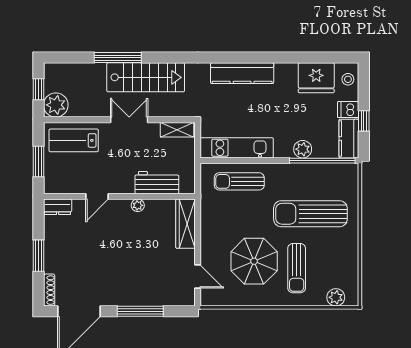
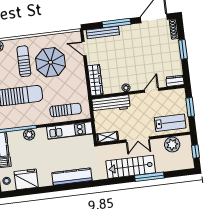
plant: (56, 105) -> (172, 145), moved
workbench: (157, 183) -> (111, 104), width x1.37
bench: (164, 299) -> (103, 32), added

